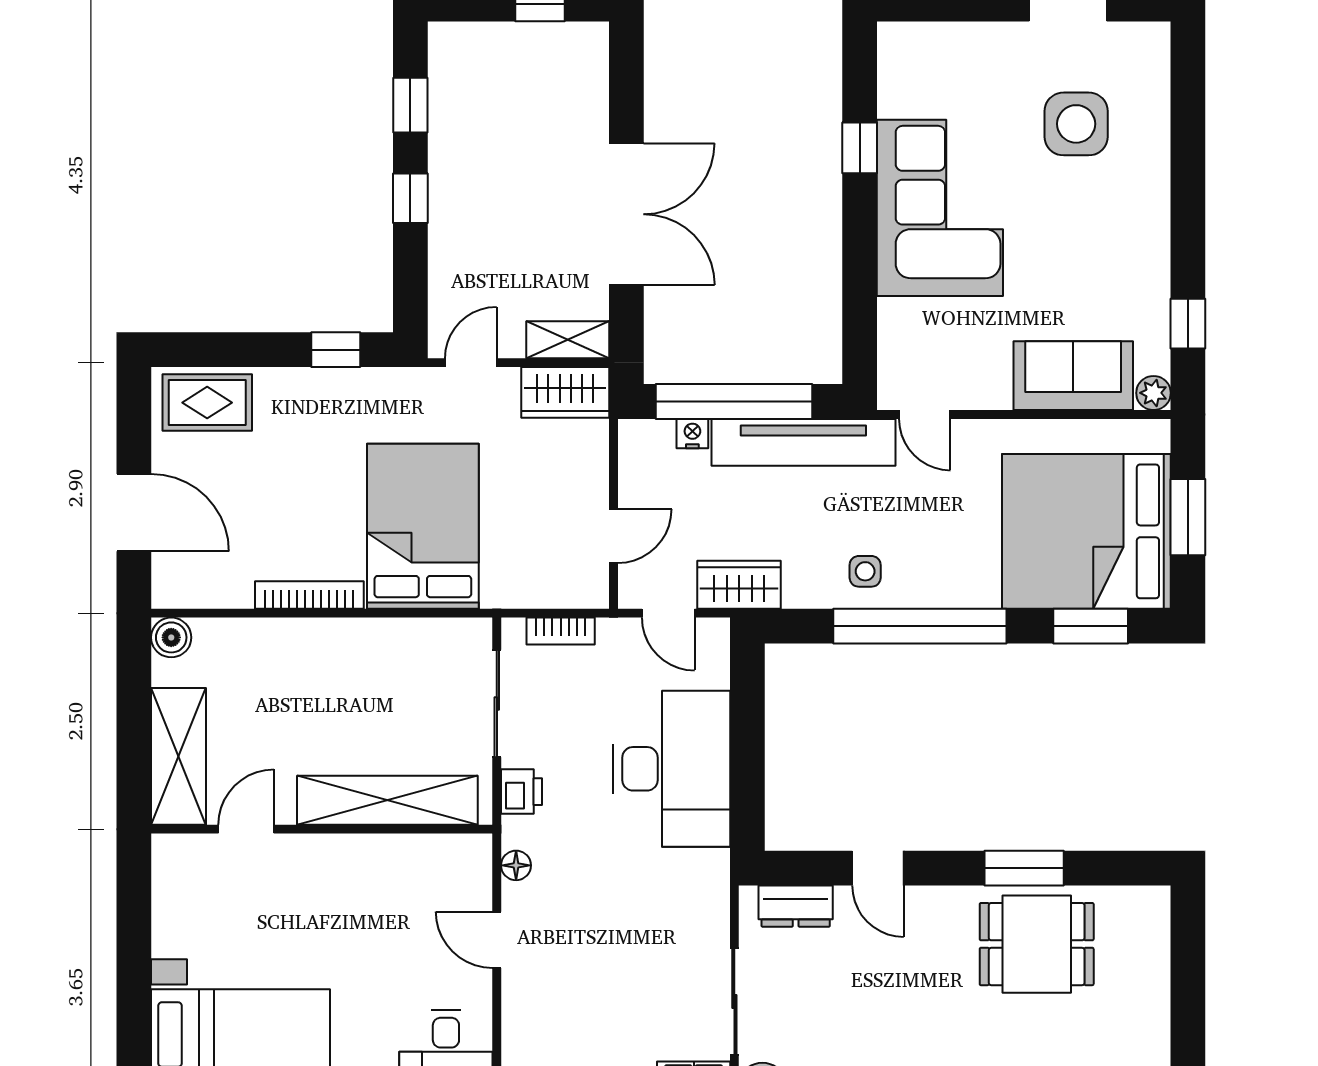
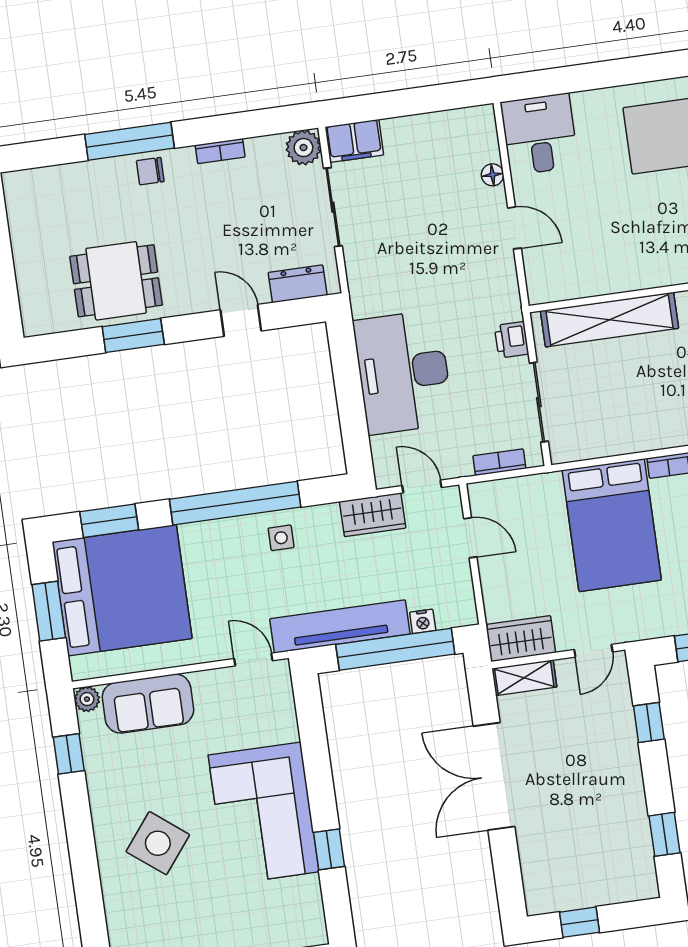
side table: (1076, 124) -> (158, 843), moved, turned 38
window: (410, 198) -> (649, 723), moved
door: (613, 536) -> (470, 538), swing flipped
floor lamp: (516, 865) -> (492, 175), moved

